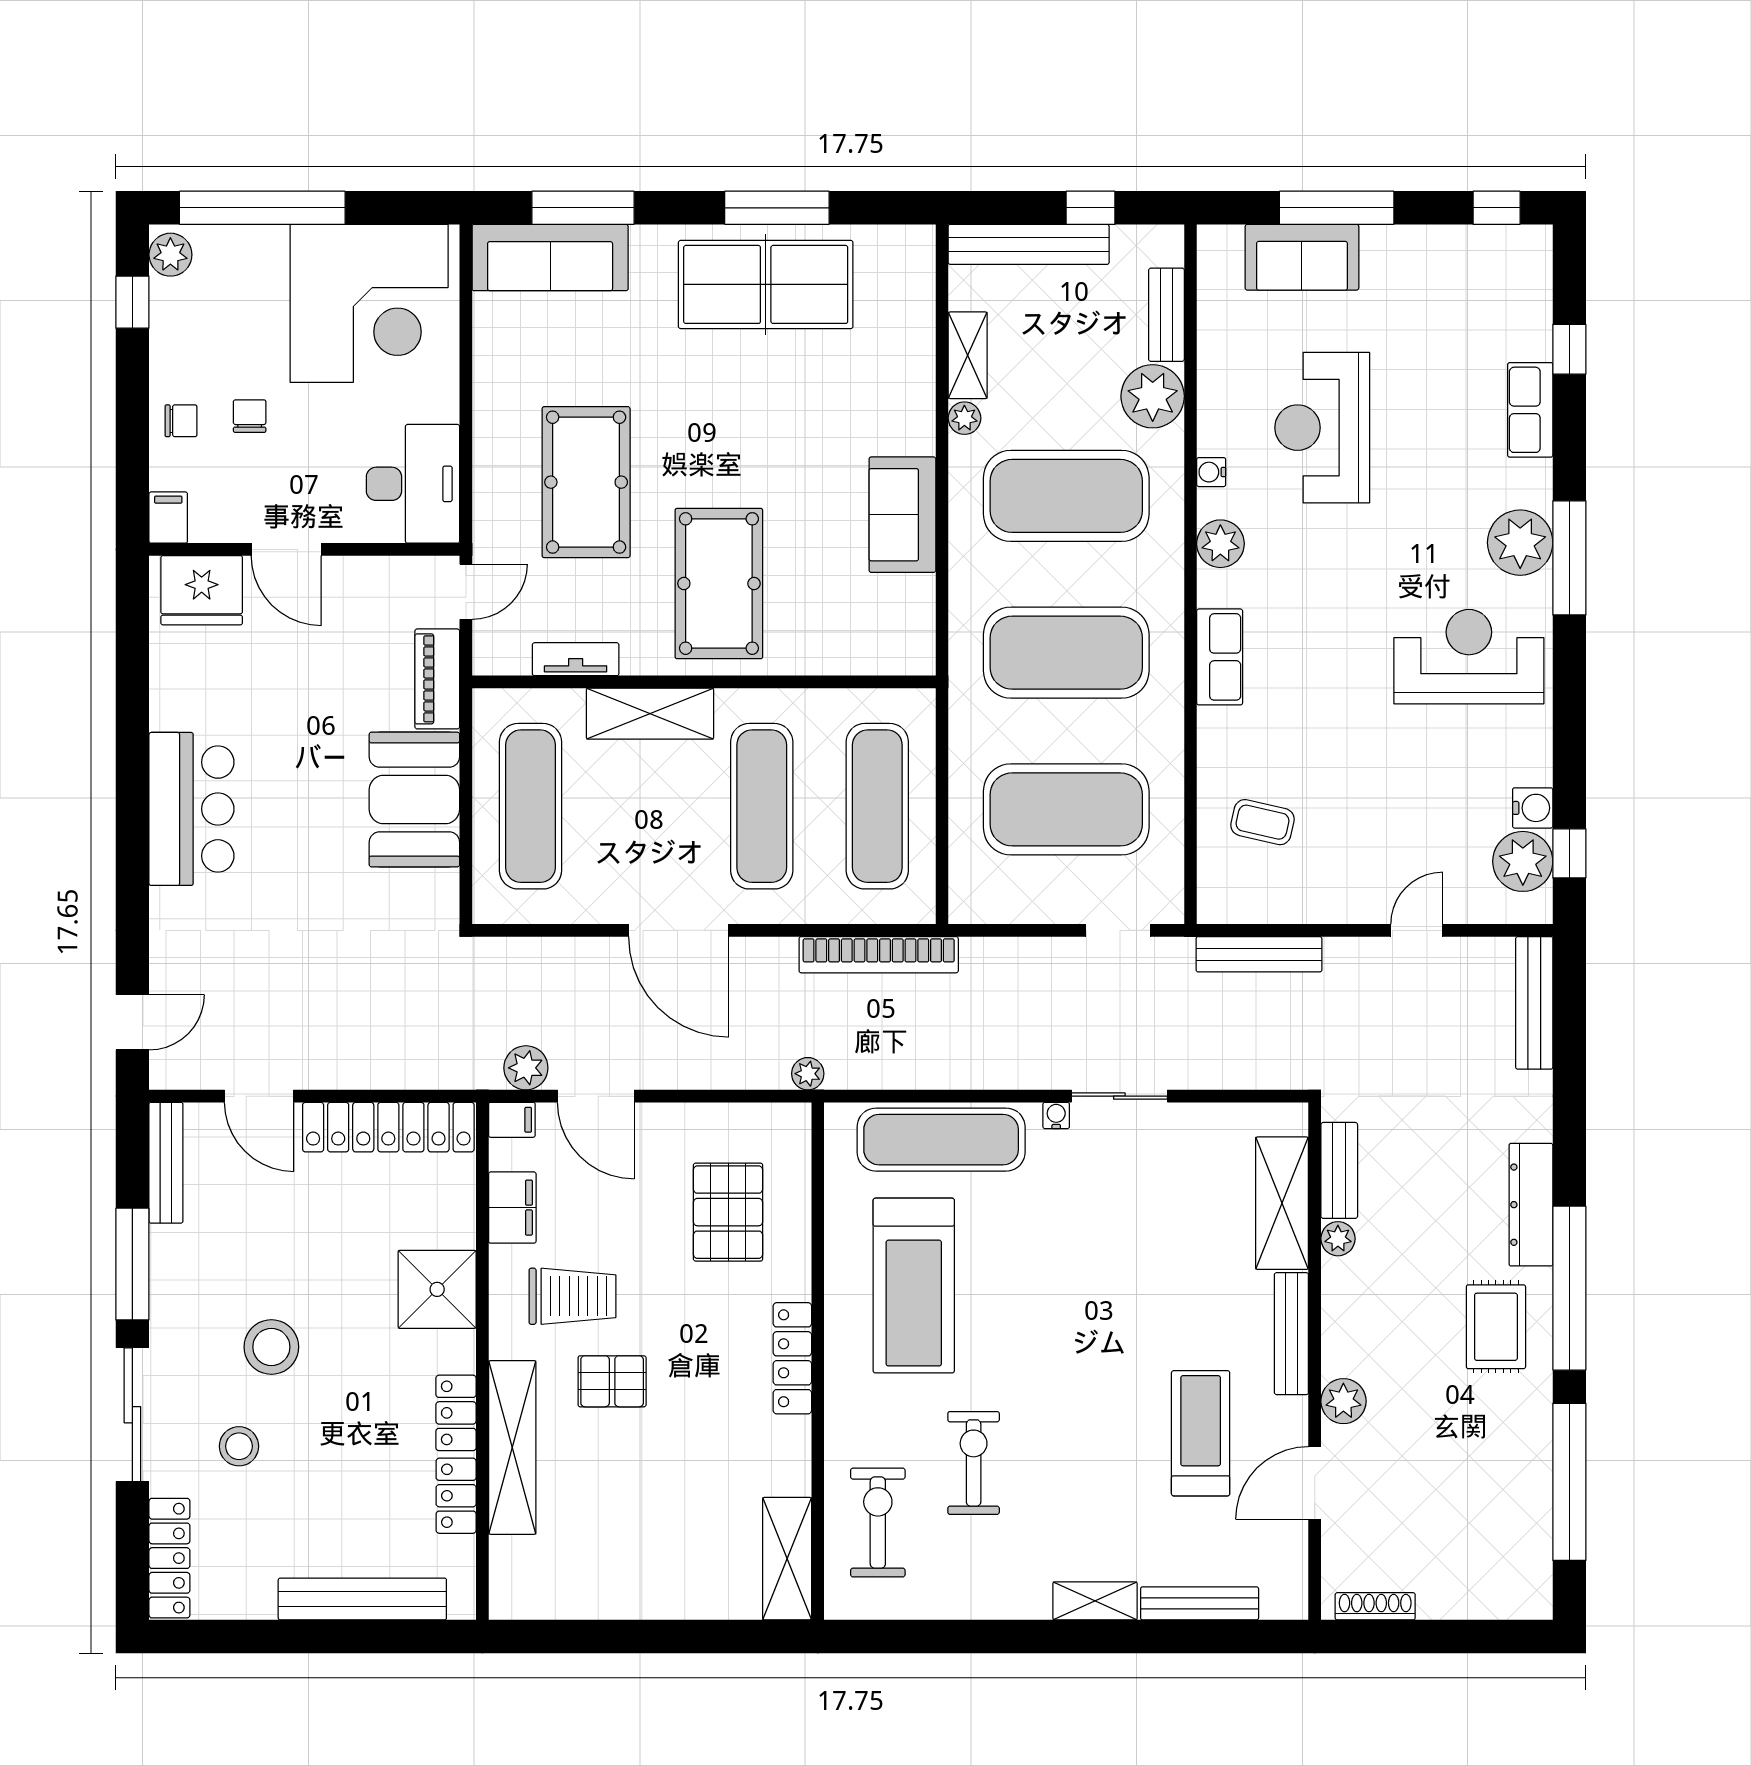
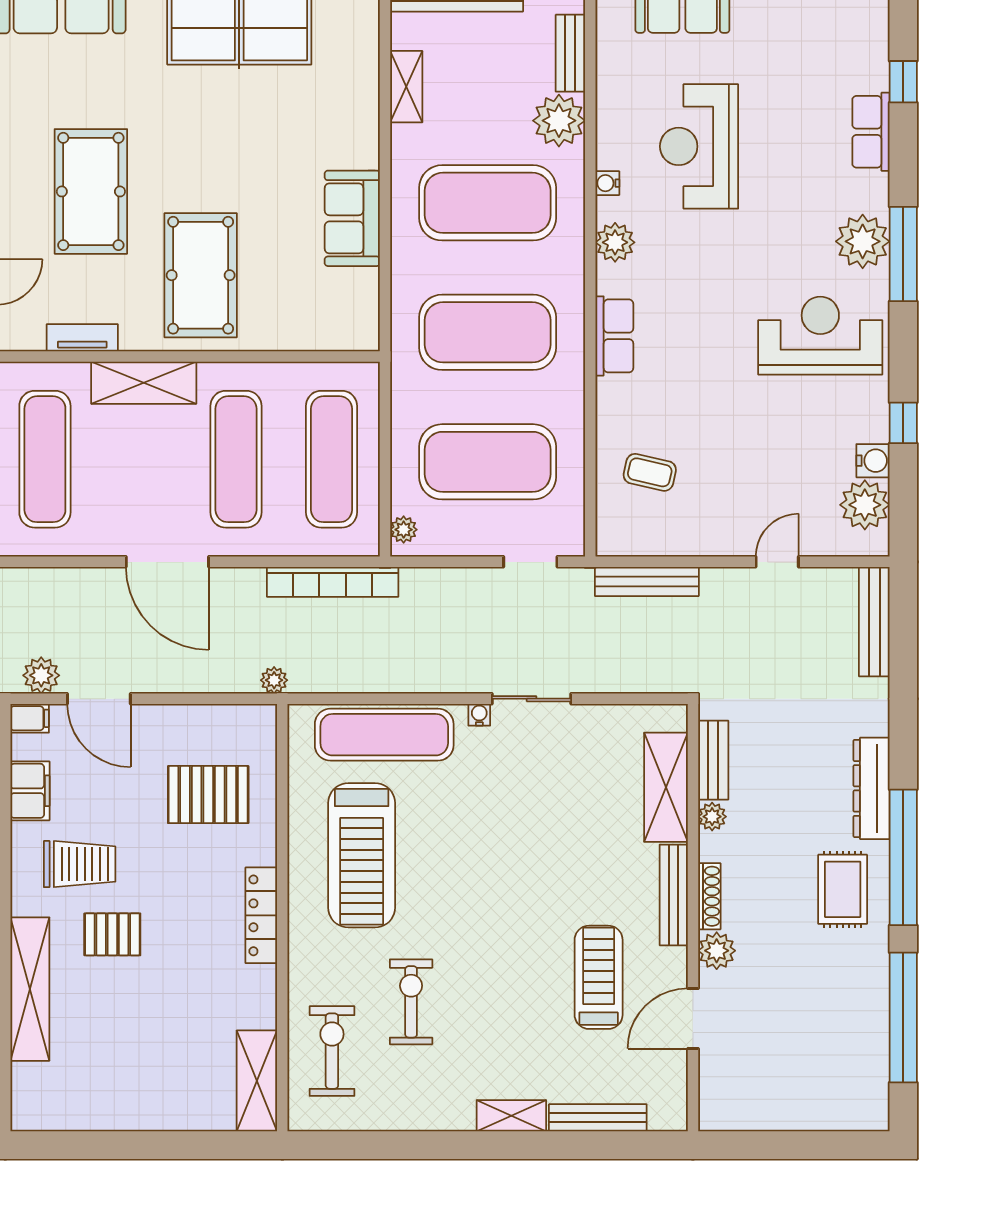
plant: (964, 418) -> (404, 530), moved
window: (1569, 853) -> (903, 423), moved
pallet: (728, 1212) -> (208, 795), turned 90
shoe rack: (1375, 1606) -> (709, 896), moved, turned 90

